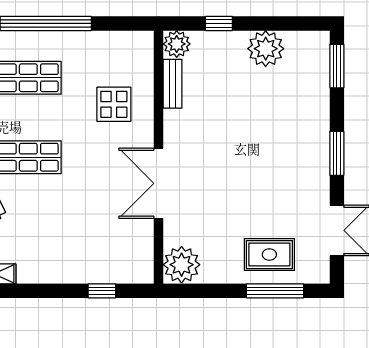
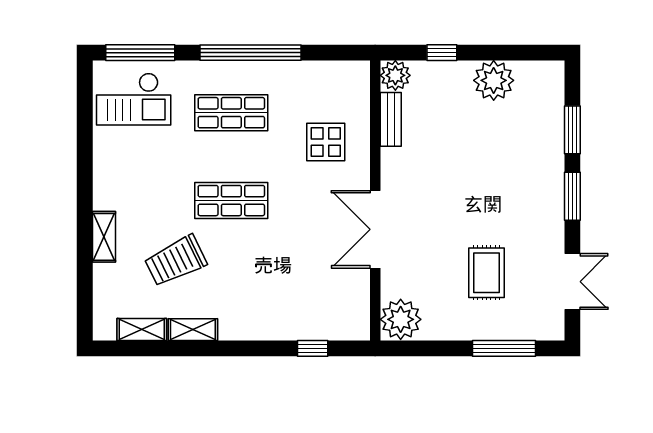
window: (337, 66) -> (572, 130), moved
rug: (269, 255) -> (487, 273), moved, turned 90

